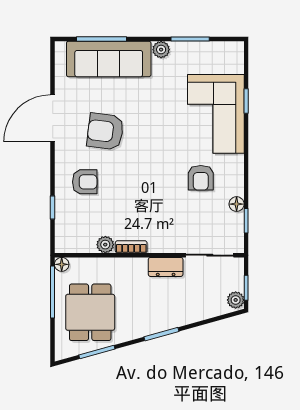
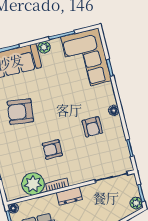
corner sofa: (216, 114) -> (86, 59), moved
armchair: (85, 182) -> (52, 149), moved, turned 180
floor lamp: (237, 204) -> (114, 110), moved
plant: (105, 245) -> (33, 184), width x1.88, depth x1.88
dresser: (166, 267) -> (69, 196), moved

